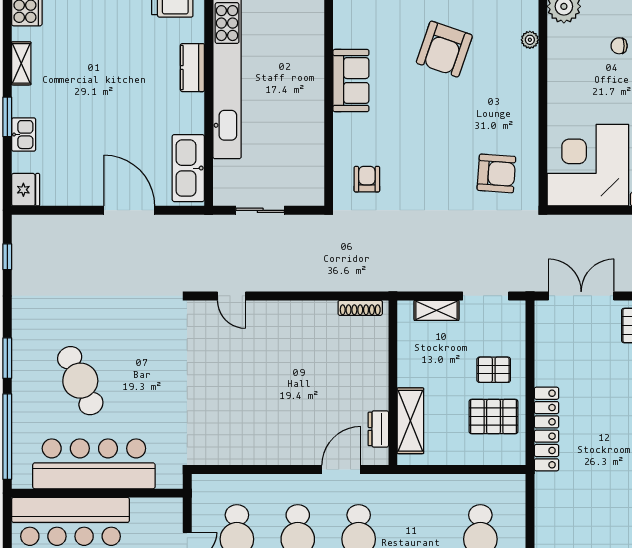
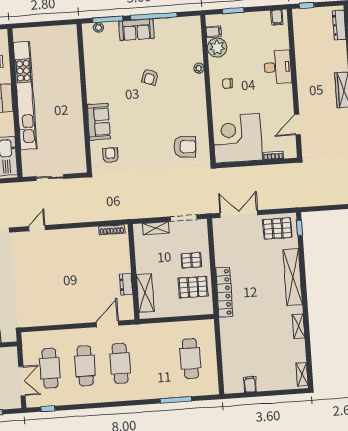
chair: (619, 46) -> (228, 83), moved
armchair: (444, 49) -> (150, 77), width x0.53, depth x0.53
sofa: (351, 81) -> (99, 122), moved
door: (232, 296) -> (37, 228), swing flipped
dresser: (378, 429) -> (126, 284), moved

